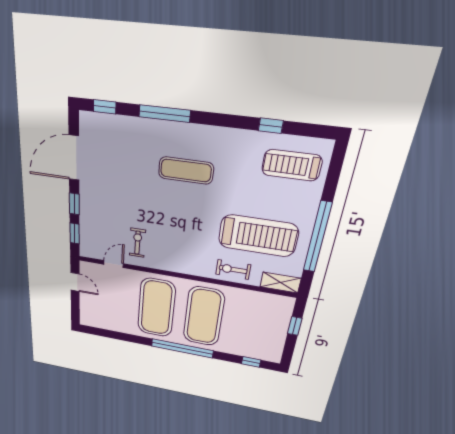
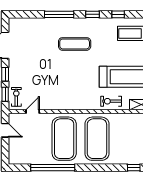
window: (105, 107) -> (93, 14), moved
exercise bike: (137, 243) -> (16, 97), moved
window: (182, 348) -> (53, 168), moved

